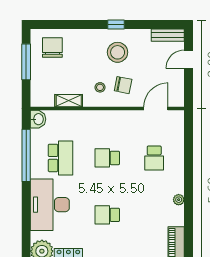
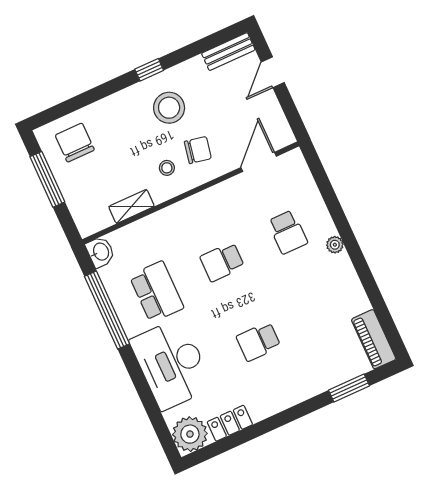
plant: (179, 200) -> (335, 245), moved

